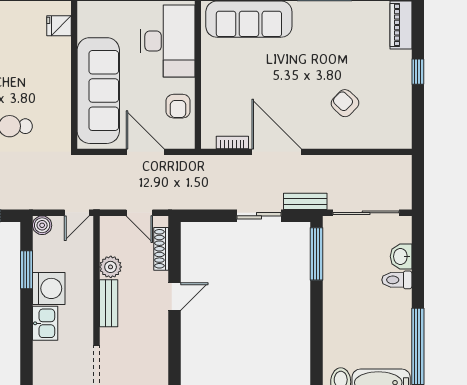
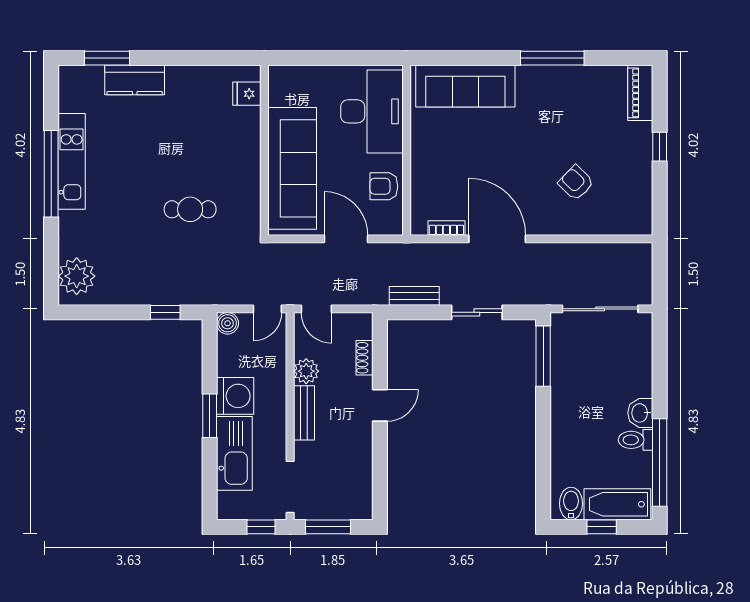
armchair: (178, 106) -> (384, 186), turned 90
bench: (305, 201) -> (414, 296), moved
door: (139, 213) -> (316, 309), moved
shoe rack: (161, 249) -> (364, 358), width x0.70
washbasin: (401, 256) -> (640, 413), moved
window: (27, 270) -> (210, 416), moved
toilet: (397, 280) -> (636, 440), moved
kitchen sink: (45, 323) -> (234, 453), width x1.87, depth x1.24

